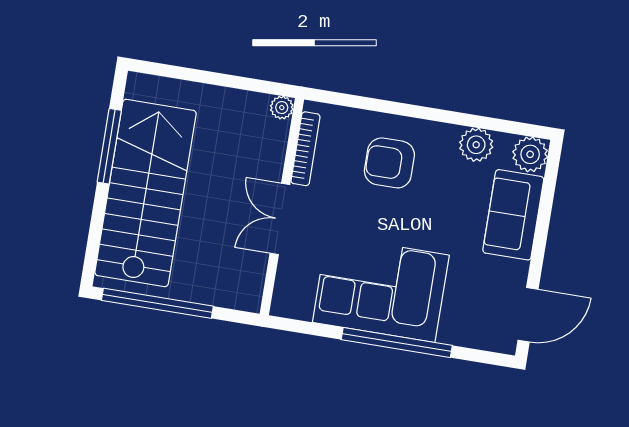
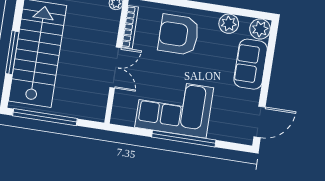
window: (109, 146) -> (12, 53), moved
armchair: (389, 163) -> (179, 35), width x1.36, depth x1.36
double door: (280, 219) -> (115, 68), swing flipped

